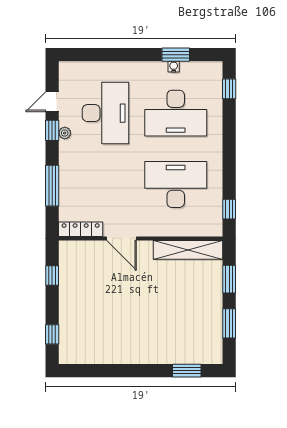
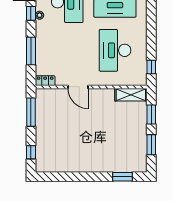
desk: (176, 185) -> (115, 50), turned -90
locker: (81, 229) -> (45, 81), width x0.66
shelving: (188, 250) -> (131, 95), width x0.68
window: (52, 275) -> (31, 112), width x2.17

